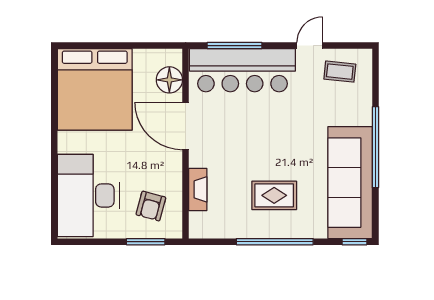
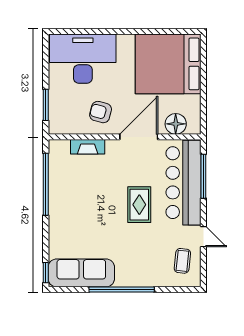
sofa: (350, 183) -> (81, 273), width x0.74, depth x0.79
rug: (274, 195) -> (139, 205), moved
armchair: (151, 206) -> (101, 112), moved
window: (275, 242) -> (46, 184), moved

